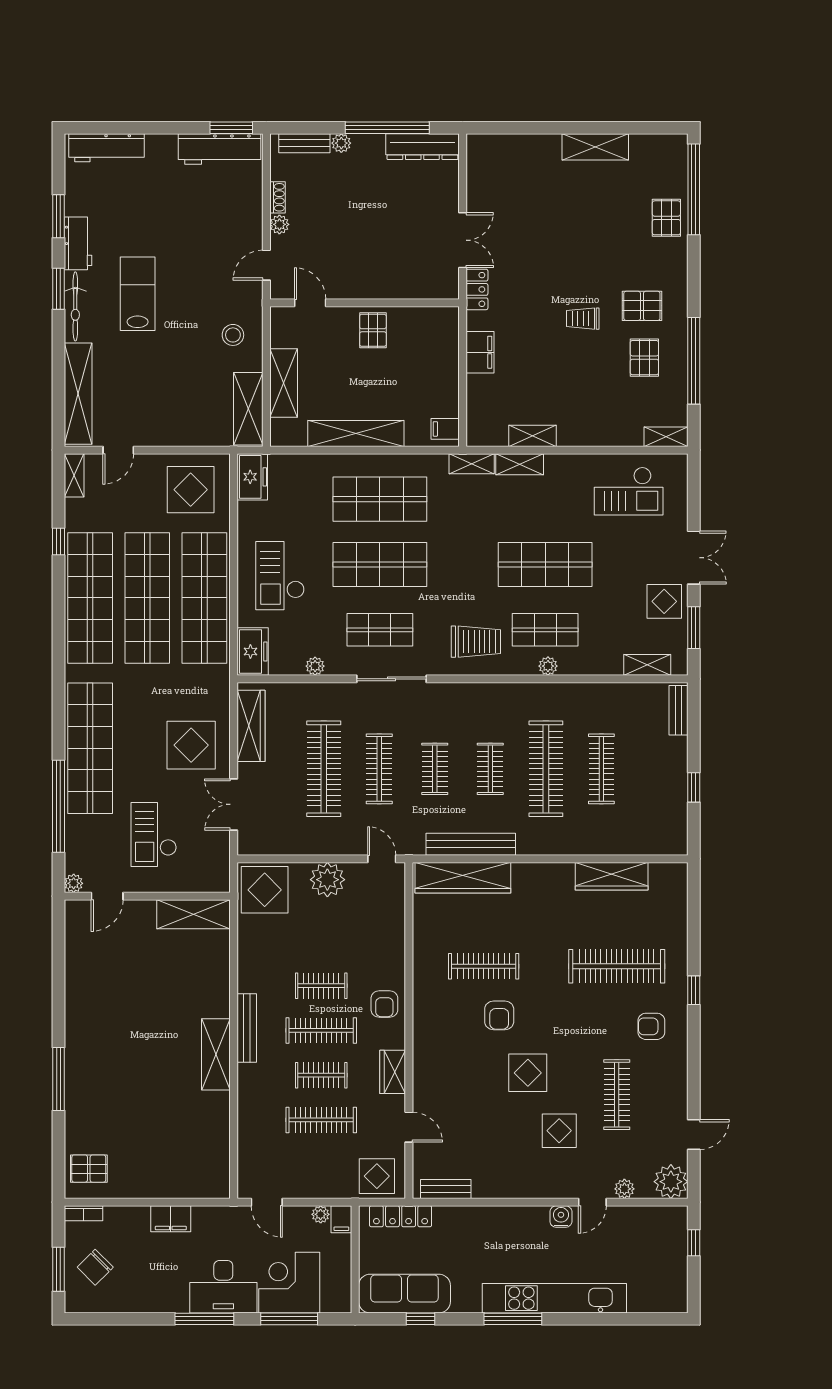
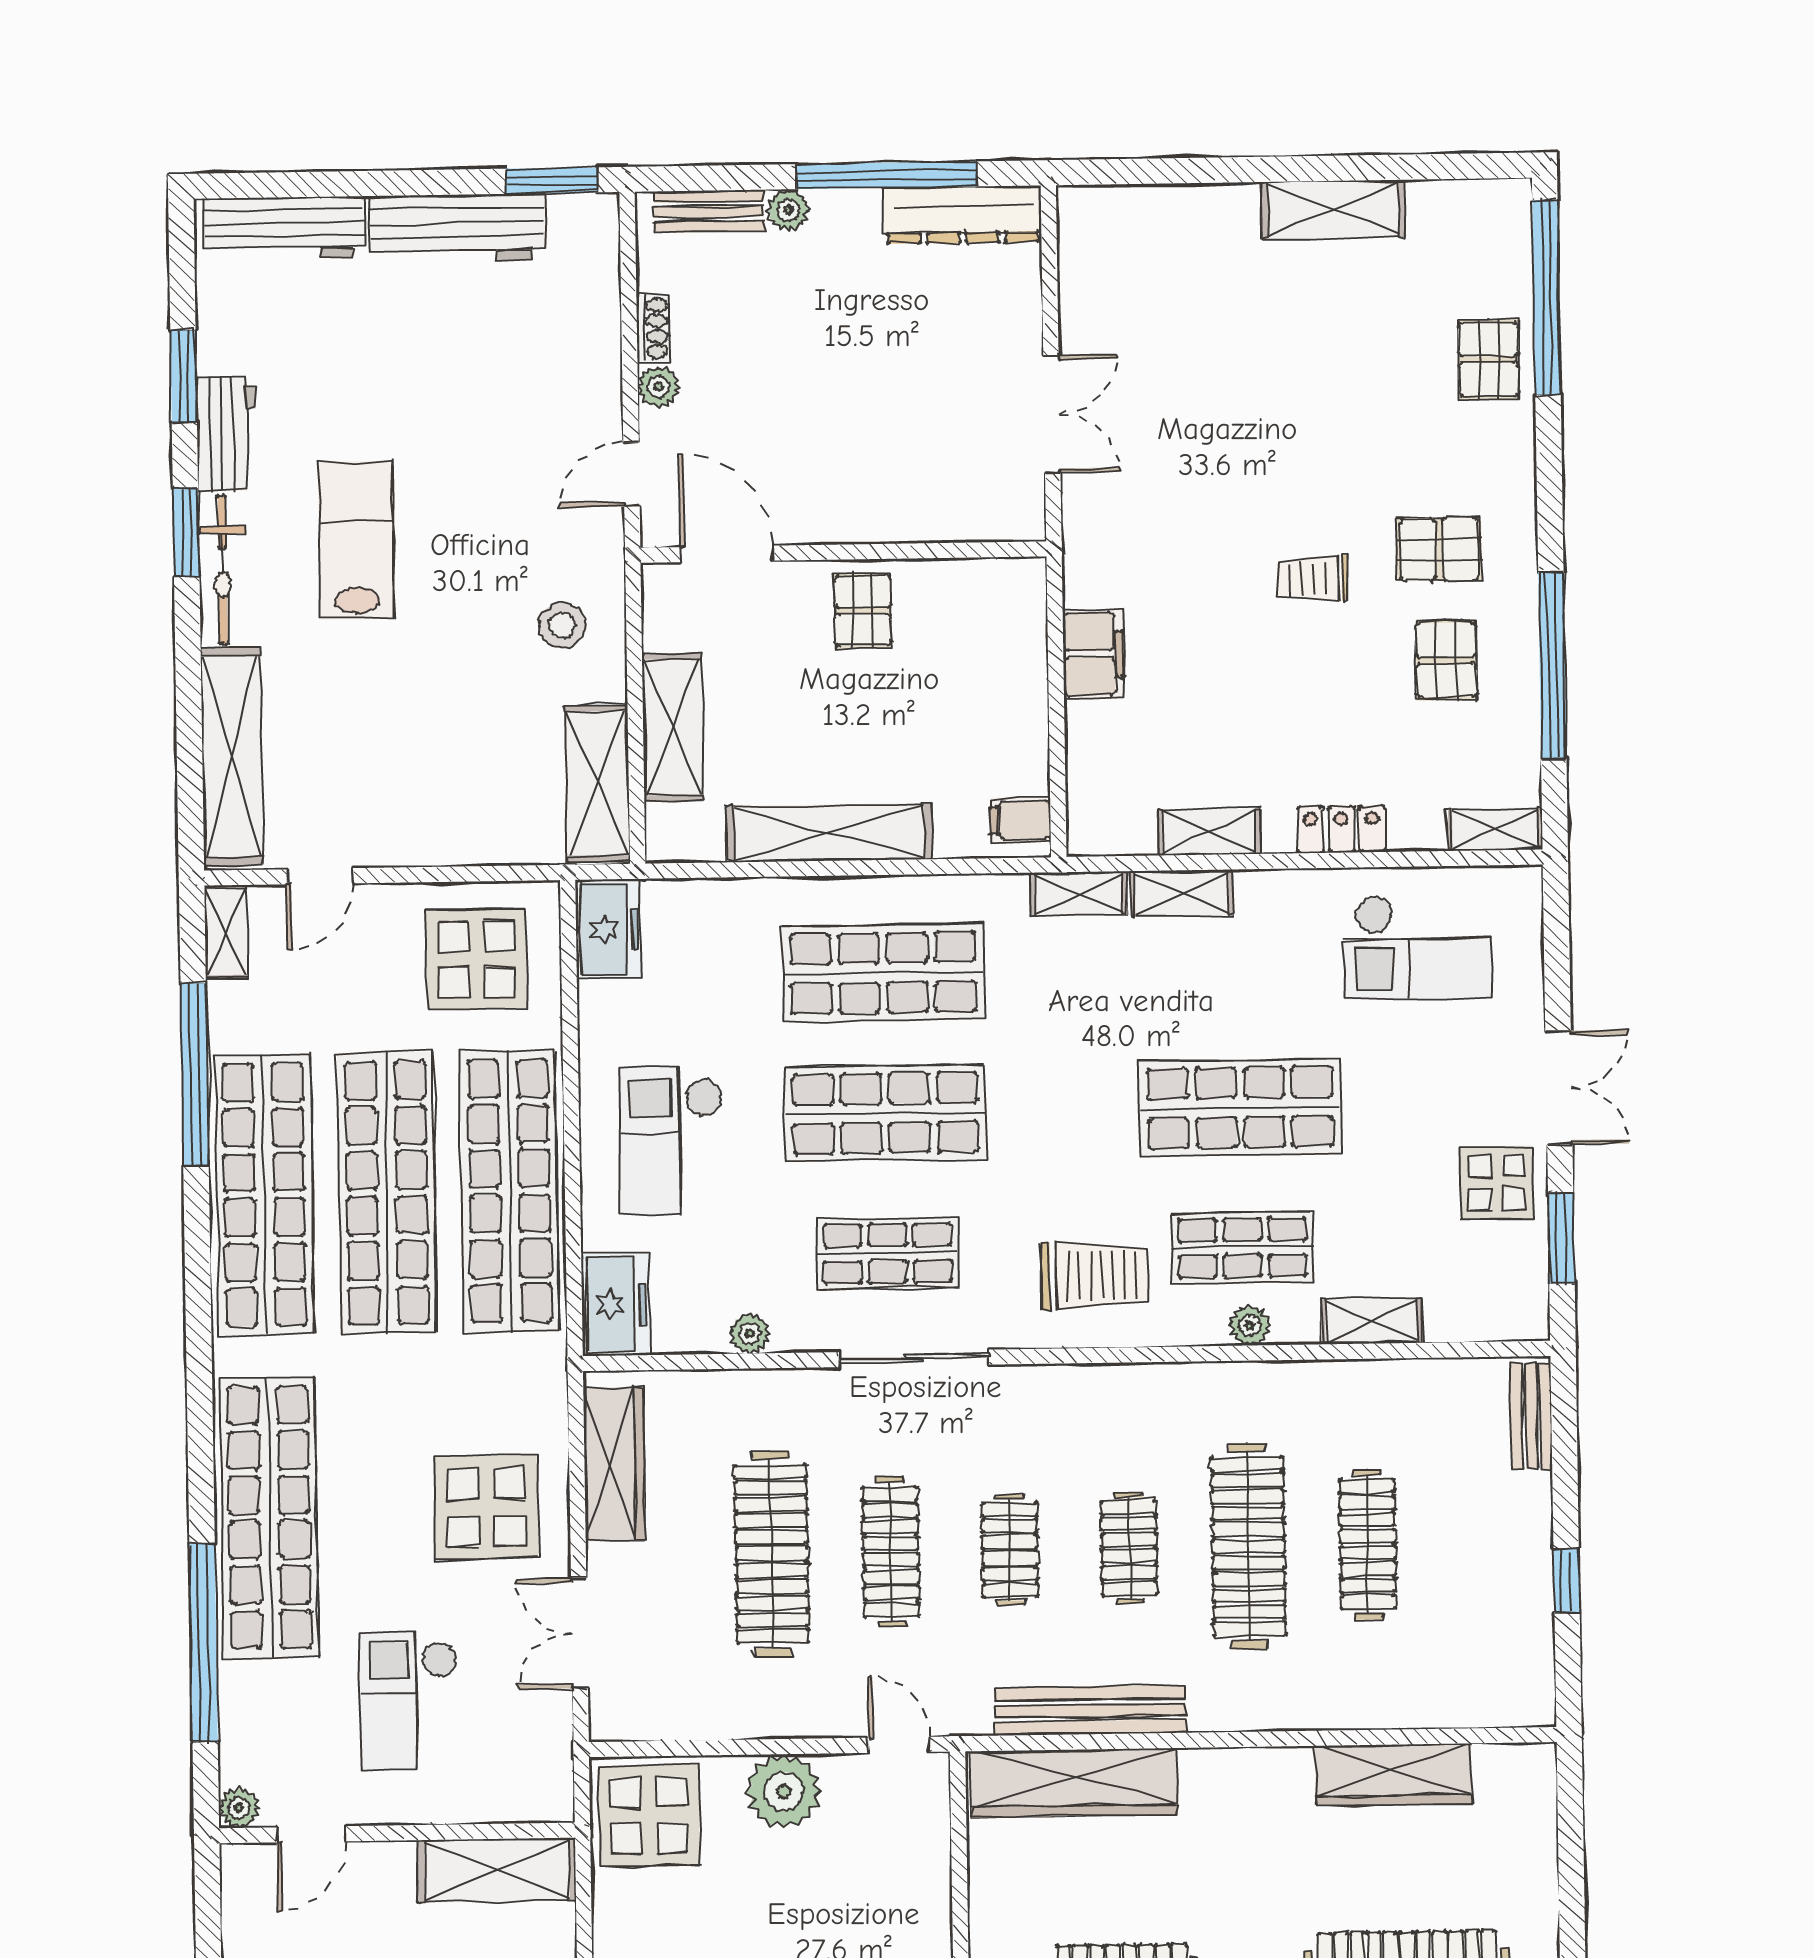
workbench: (220, 149) -> (457, 228), moved
locker: (477, 289) -> (1341, 829), moved, turned -90
door: (310, 303) -> (727, 554), width x1.38
window: (58, 541) -> (195, 1075), width x3.17
shelving: (647, 665) -> (1371, 1321), moved

